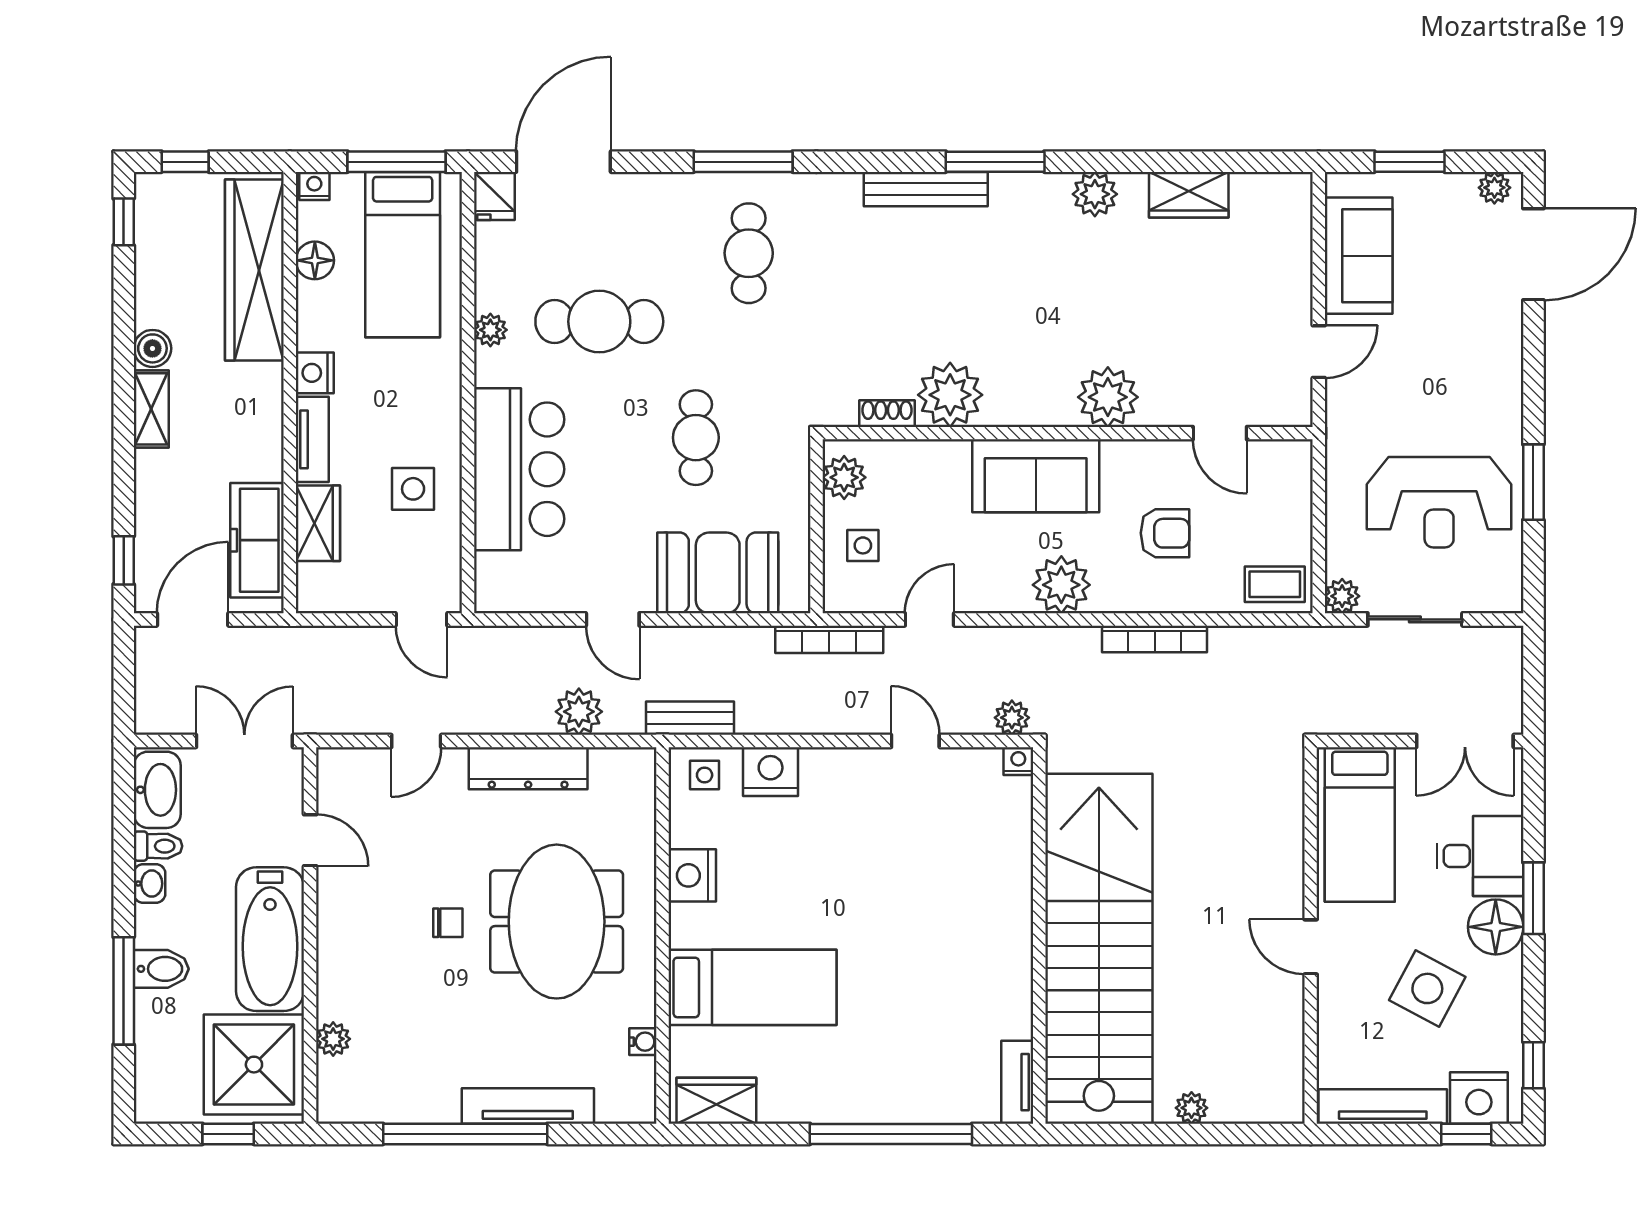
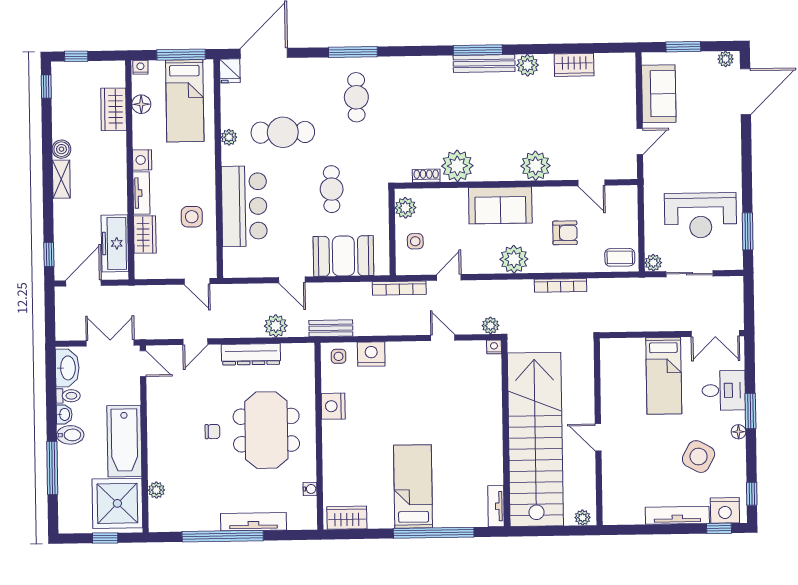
bench: (926, 189) -> (484, 63), moved
wardrobe: (254, 270) -> (114, 109), width x0.48, depth x0.85
window: (1533, 482) -> (748, 231), moved
door: (310, 840) -> (143, 364), moved
floor lamp: (1496, 927) -> (739, 432), width x0.53, depth x0.53
wall: (1311, 935) -> (598, 432), moved
door: (1311, 947) -> (598, 437), moved
bidet: (161, 969) -> (70, 435), moved
bed: (752, 987) -> (413, 486), moved, turned -90

